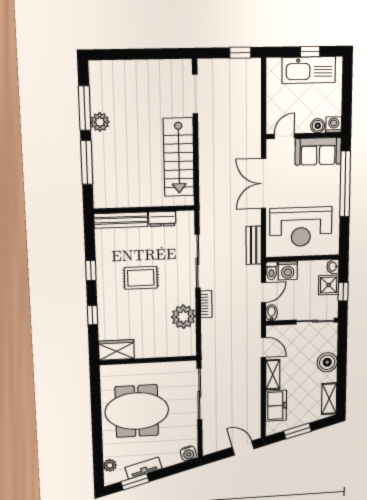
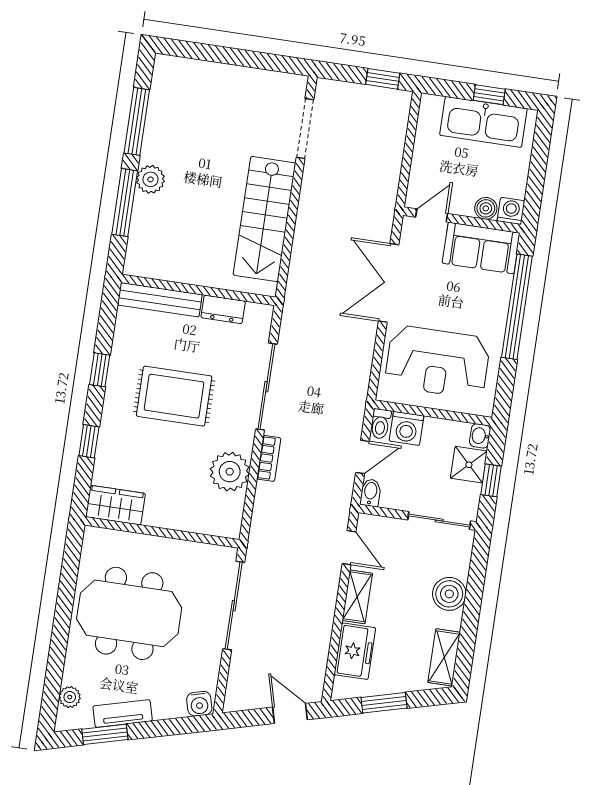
plant: (100, 122) -> (151, 179), moved
bench: (254, 245) -> (358, 377), removed
rug: (141, 278) -> (174, 396), width x1.36, depth x1.43

